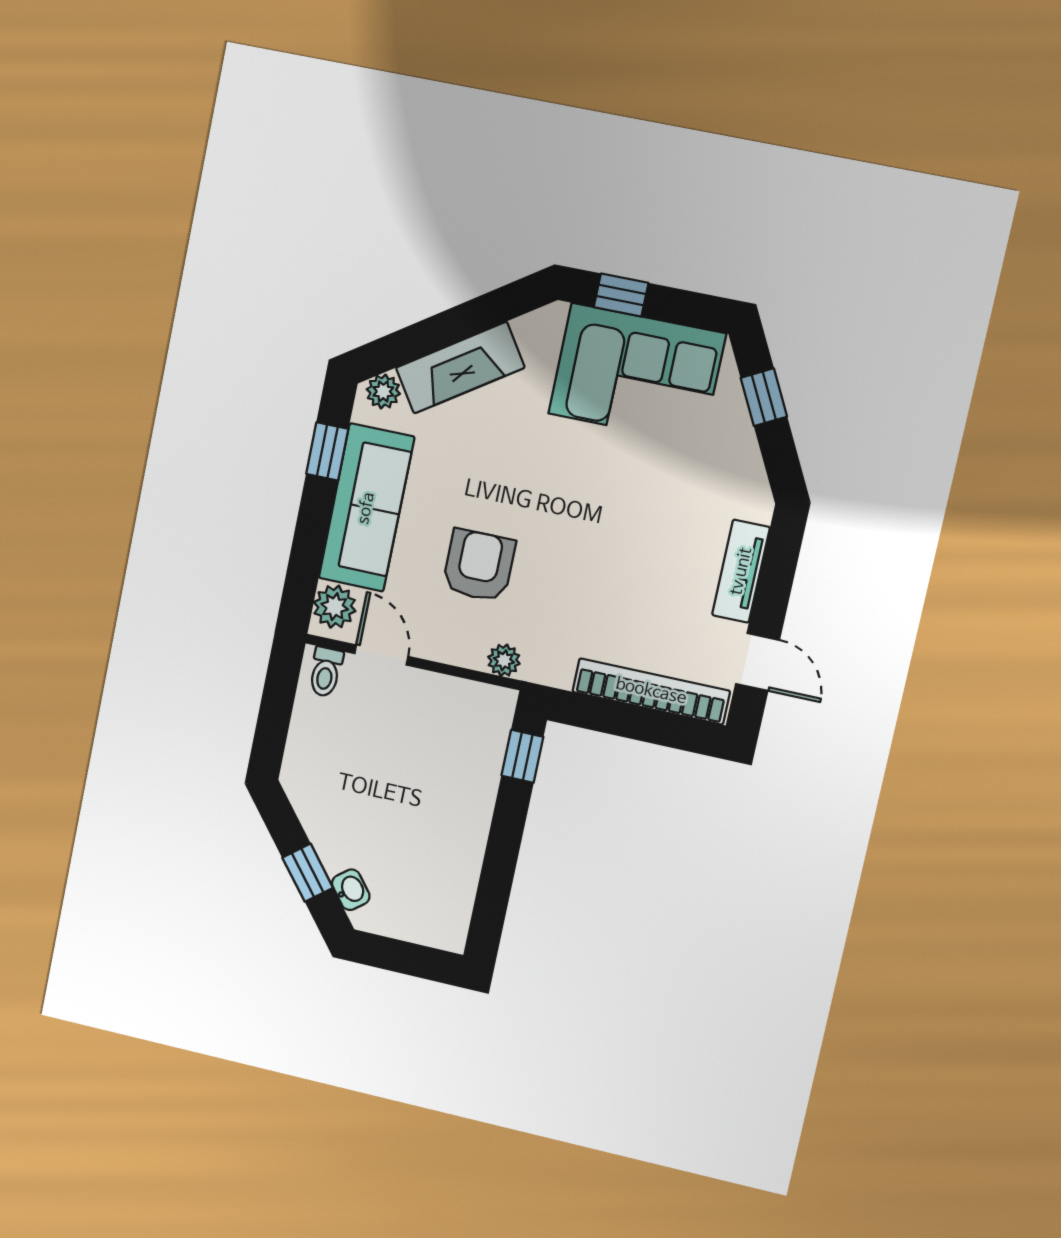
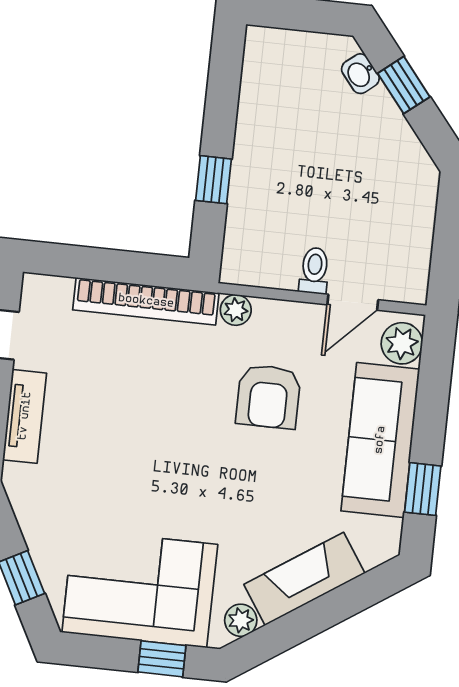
plant: (383, 391) -> (241, 620), moved
door: (381, 655) -> (353, 302), hinge flipped
toilet: (326, 672) -> (314, 271), moved
bookcase: (651, 691) -> (146, 301), moved
window: (522, 756) -> (213, 180), moved

